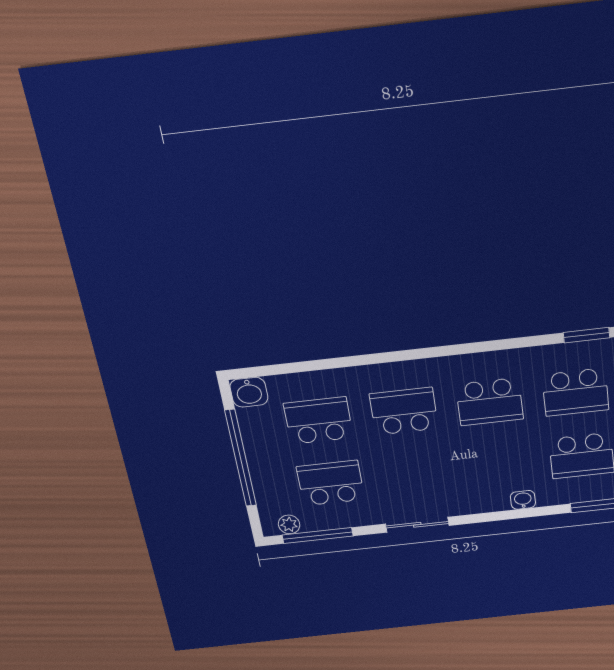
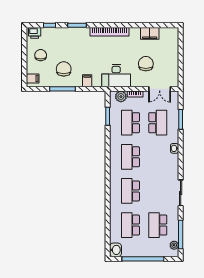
school desk: (575, 392) -> (130, 123), turned 180
school desk: (490, 402) -> (130, 157), turned 180

